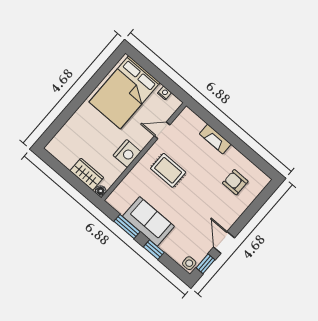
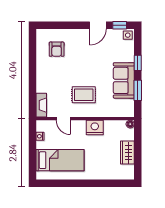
bed: (124, 92) -> (60, 160), width x0.67
fireplace: (215, 139) -> (41, 105), moved
rug: (168, 170) -> (84, 95), turned 90
wardrobe: (87, 174) -> (127, 153), moved

